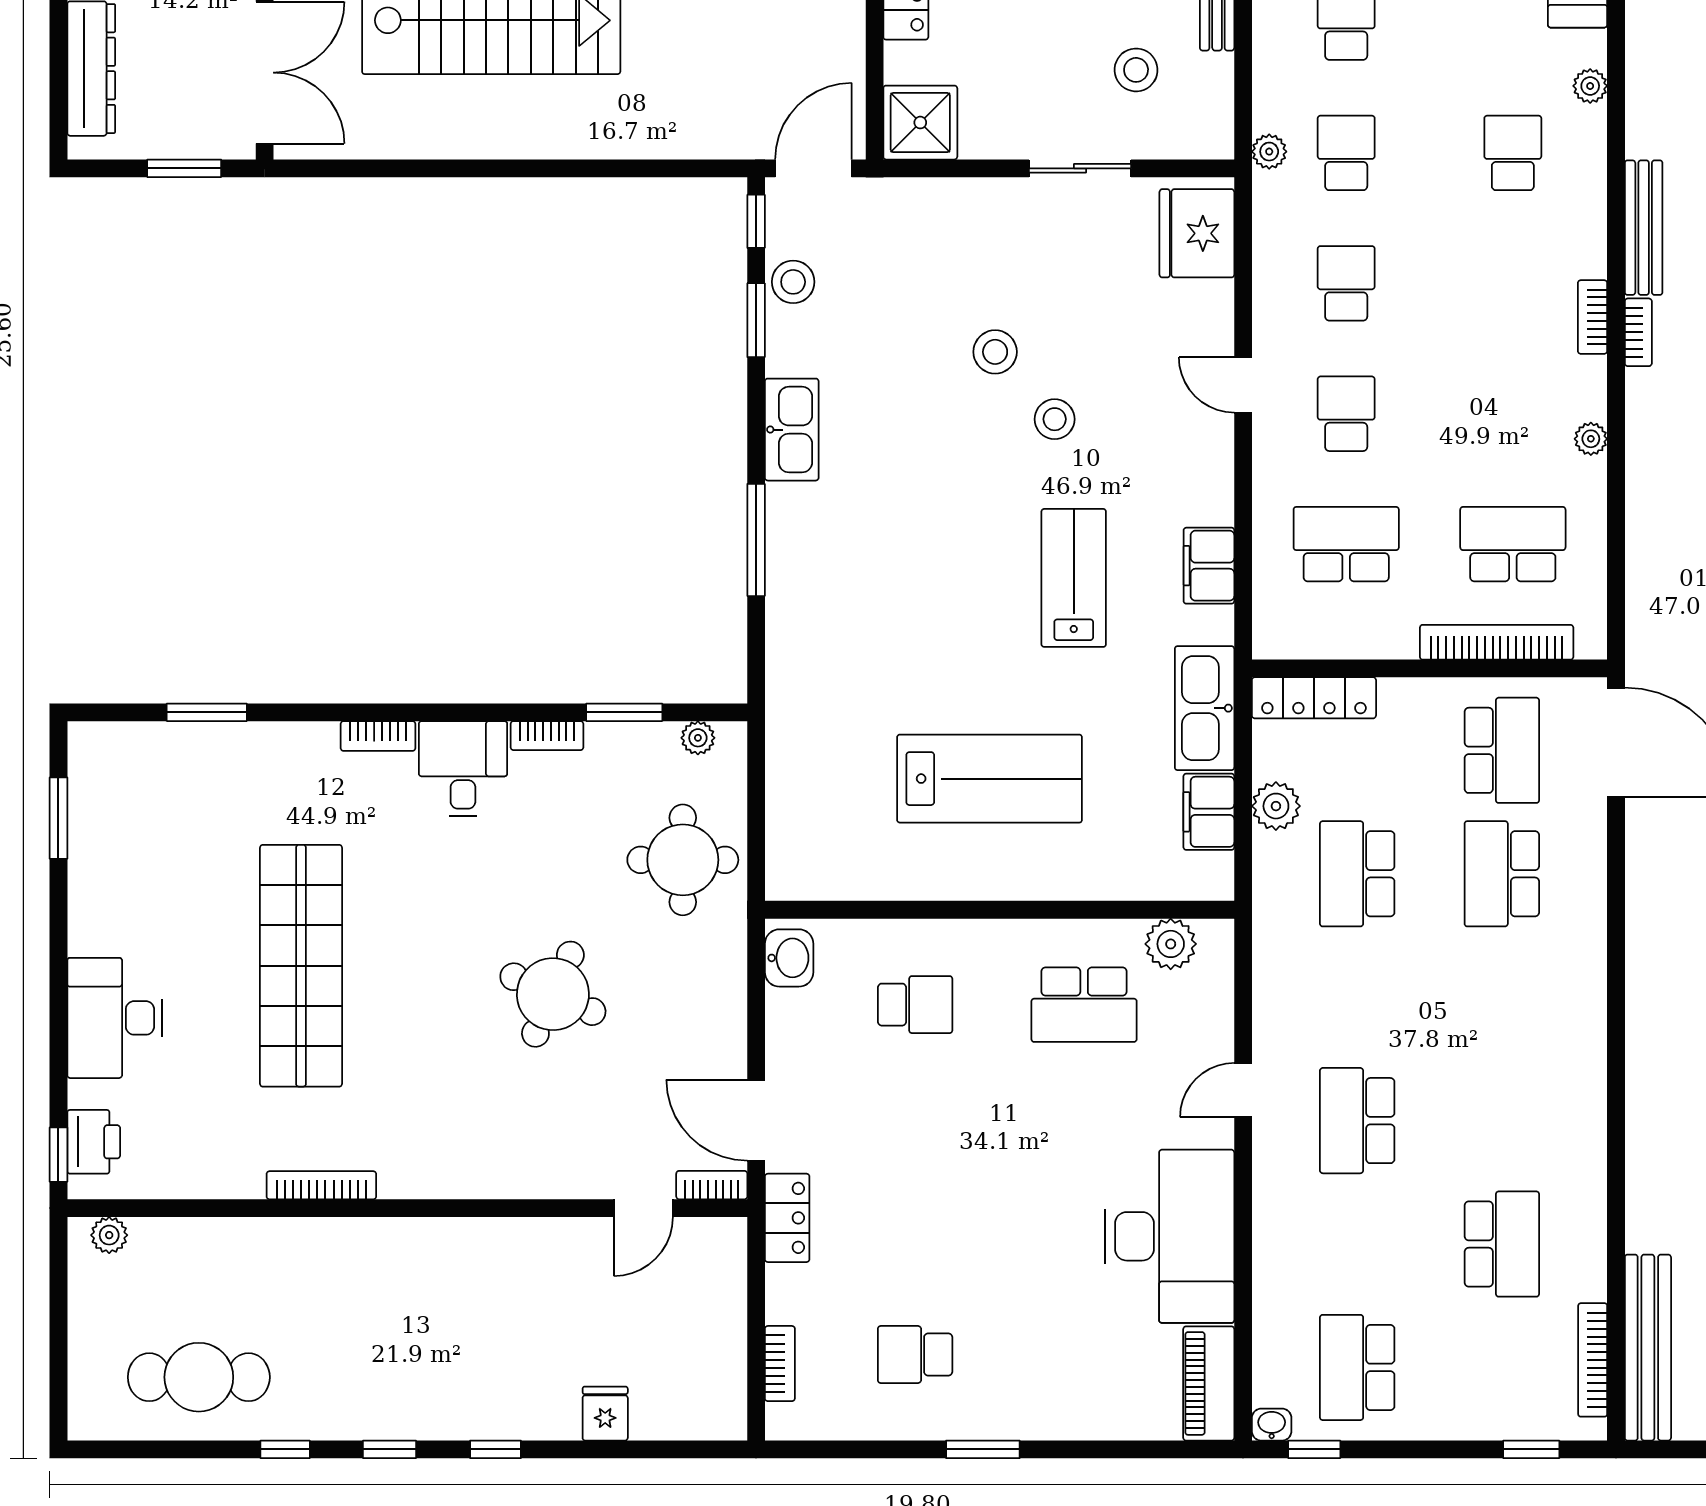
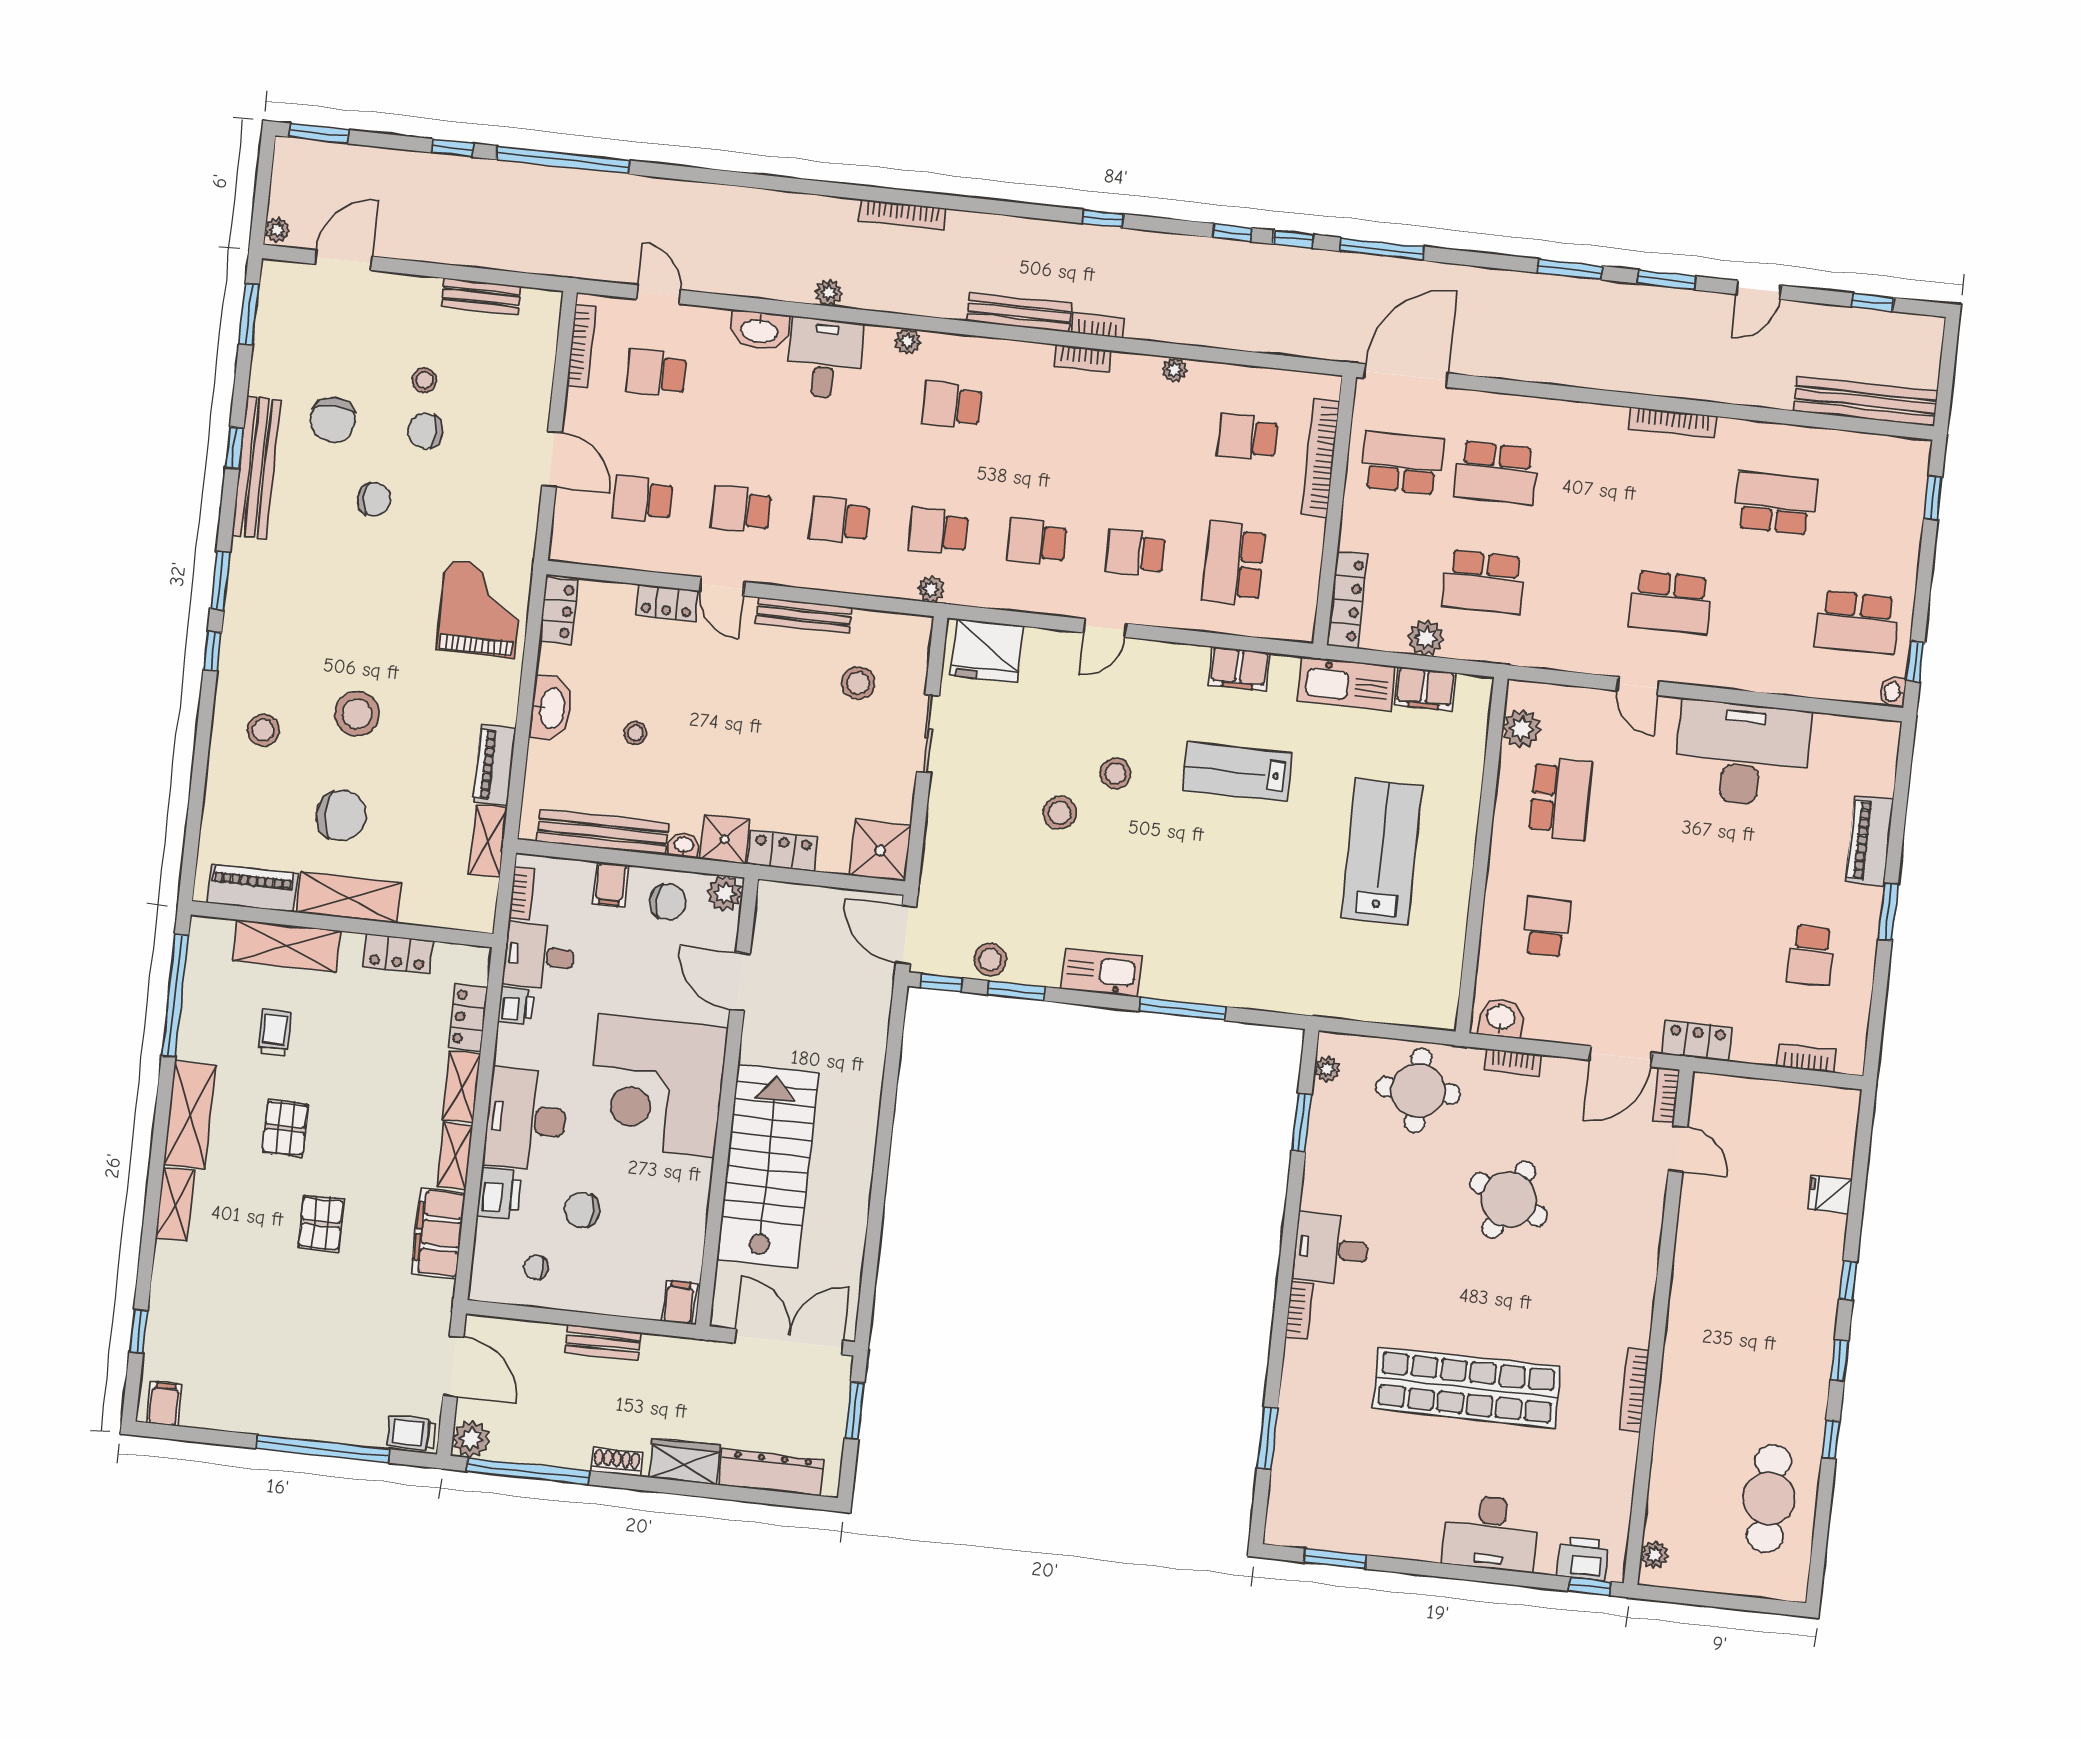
school desk: (1513, 544) -> (1248, 437), width x0.54
bookcase: (547, 736) -> (1513, 1063), moved, turned 90
bookcase: (1593, 1360) -> (1673, 422), moved
piano: (1209, 1383) -> (1870, 841), moved, turned 90

